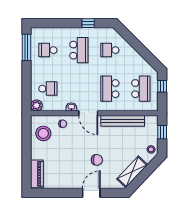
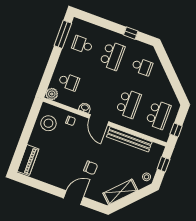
school desk: (110, 50) -> (142, 67), turned 180
window: (162, 86) -> (176, 130), moved
school desk: (110, 89) -> (128, 104), turned 180

